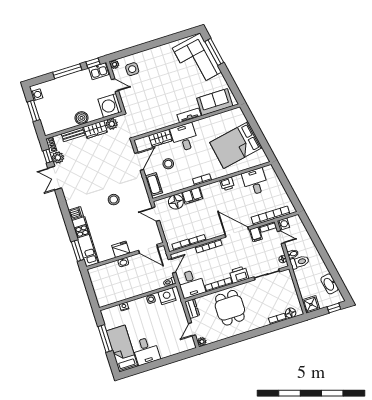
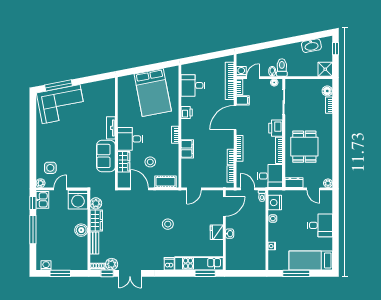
sofa: (215, 102) -> (106, 156), moved
floor lamp: (176, 202) -> (188, 166), removed
dining table: (230, 308) -> (304, 147), turned 90
desk: (146, 351) -> (320, 225), moved

